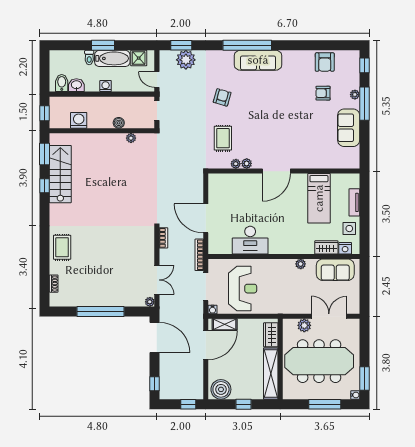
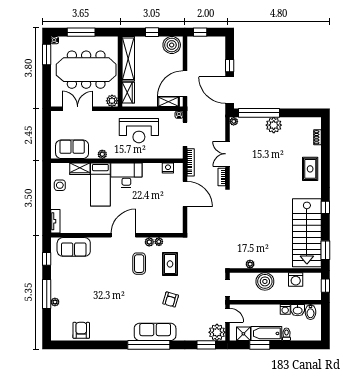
window: (103, 45) -> (260, 345), moved
plant: (186, 60) -> (217, 332), moved
sofa: (258, 60) -> (155, 332), moved
window: (364, 65) -> (47, 259), moved
washing machine: (106, 86) -> (285, 309), moved
armchair: (323, 93) -> (83, 303), removed
boiler: (119, 123) -> (265, 281), width x1.86, depth x1.86
sofa: (349, 128) -> (74, 247), moved, turned 90
coffee table: (258, 139) -> (139, 264), added
stairs: (60, 174) -> (307, 233), width x1.36, depth x1.51
window: (45, 186) -> (325, 207), moved
bed: (319, 198) -> (100, 185), moved, turned 180
tv unit: (354, 202) -> (55, 221), moved
desk: (250, 240) -> (126, 175), moved
nightstand: (345, 248) -> (168, 168), moved
double door: (157, 280) -> (227, 154), moved
reception desk: (243, 289) -> (139, 131), moved, turned -90
plant: (104, 297) -> (274, 125), added
window: (100, 311) -> (259, 113), moved
double door: (329, 316) -> (78, 109), swing flipped
plant: (304, 325) -> (112, 101), moved
window: (154, 384) -> (230, 66), moved

